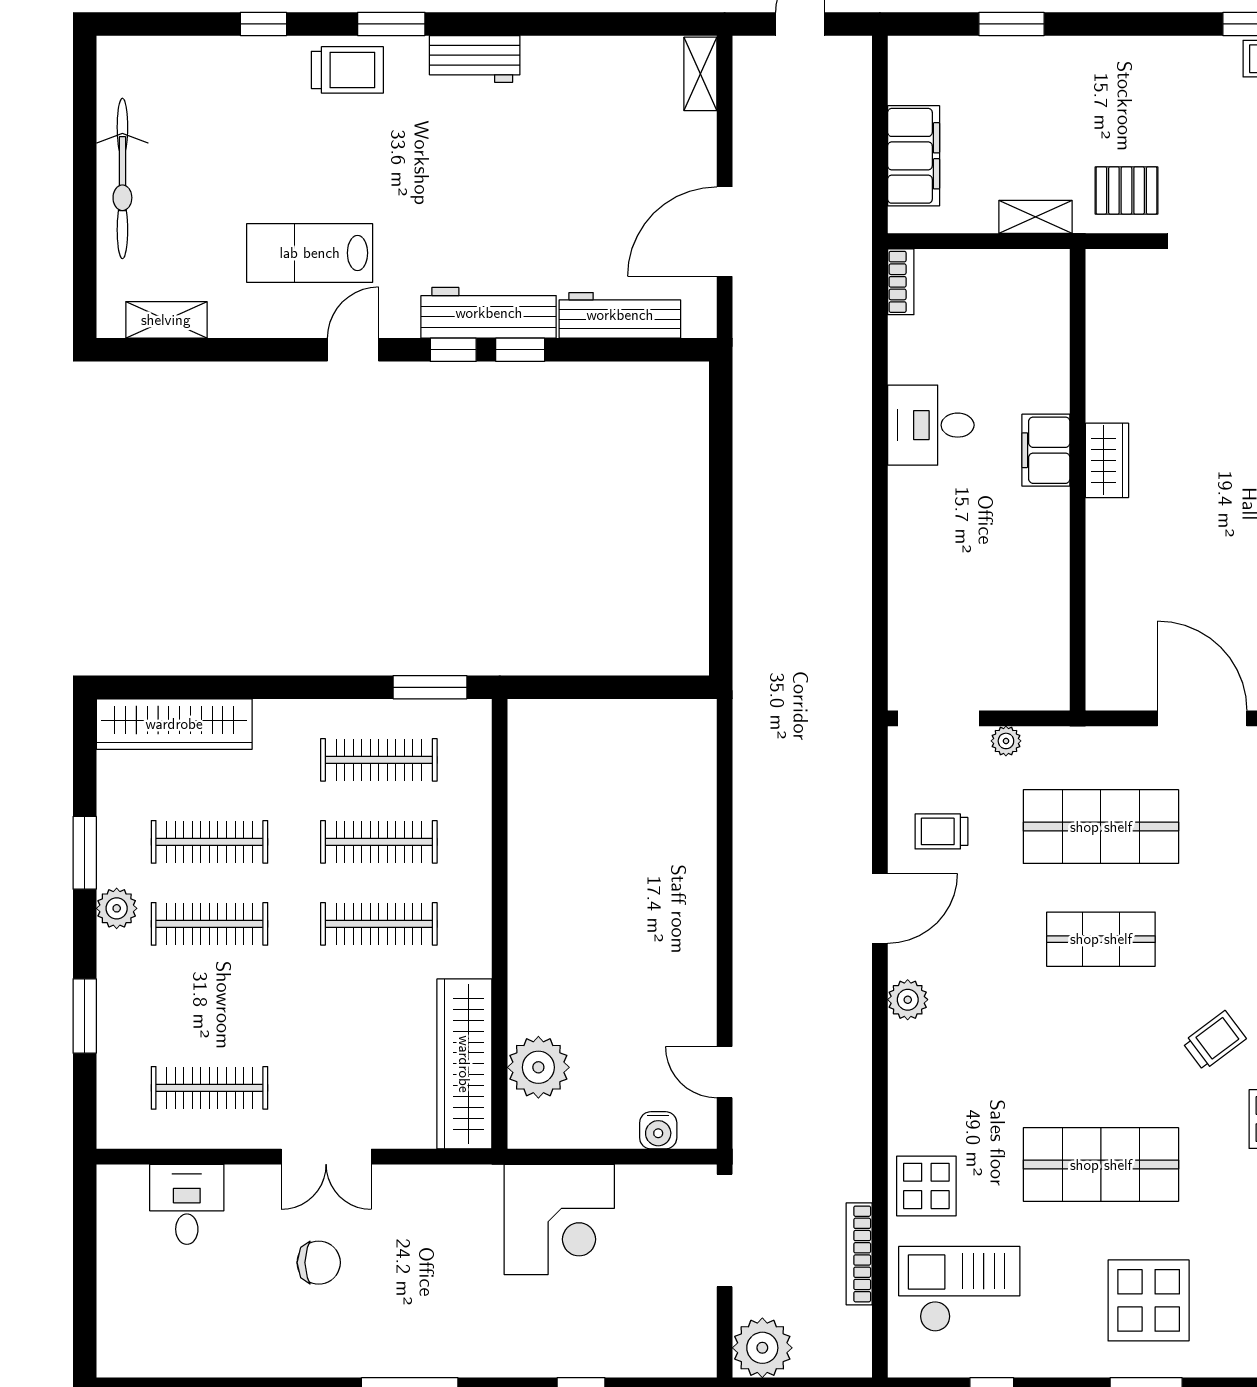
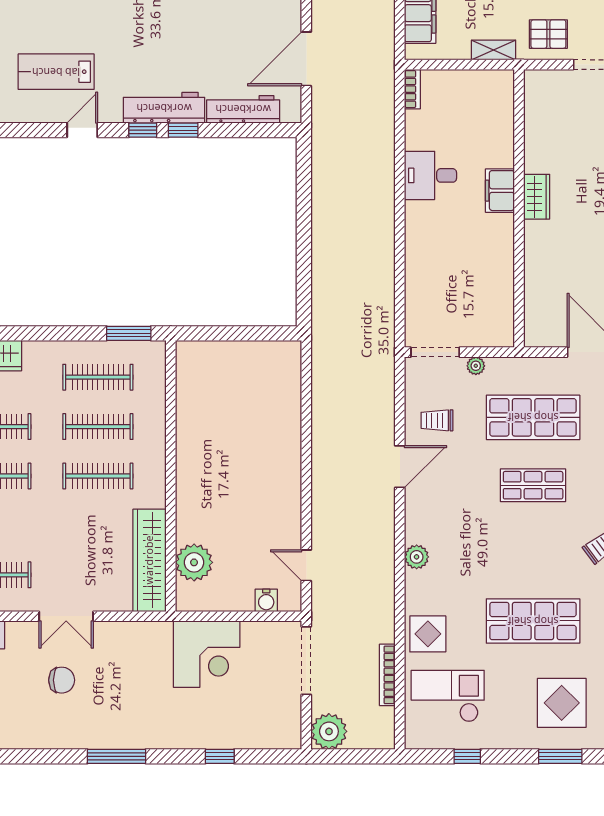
plant: (908, 1000) -> (417, 557), moved

